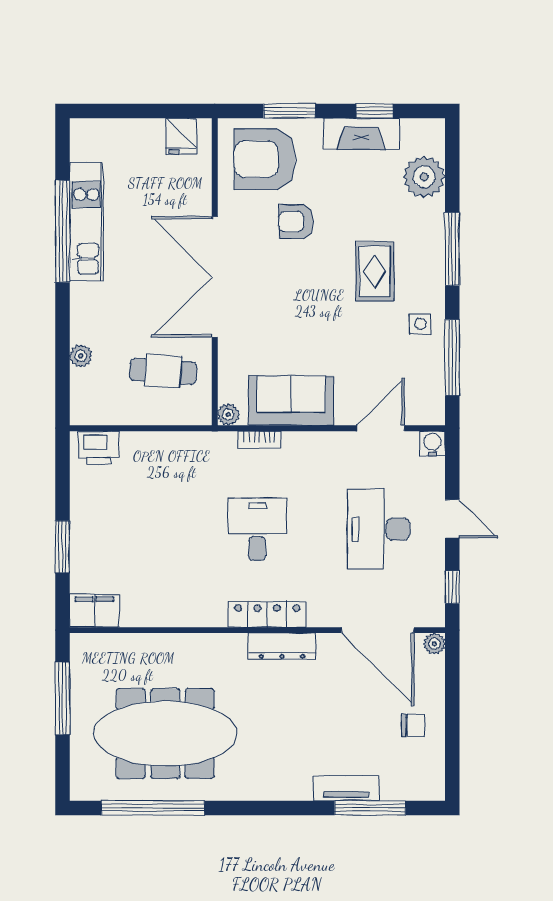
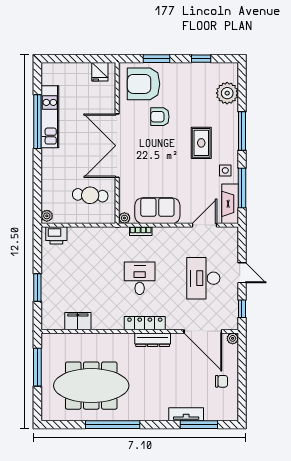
fireplace: (361, 134) -> (230, 204), moved, turned 90
plant: (81, 356) -> (47, 216), moved
water cooler: (432, 444) -> (232, 233), removed
filing cabinet: (94, 611) -> (78, 321), moved
window: (153, 808) -> (113, 425), moved

